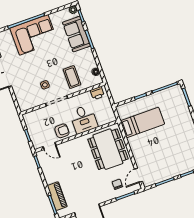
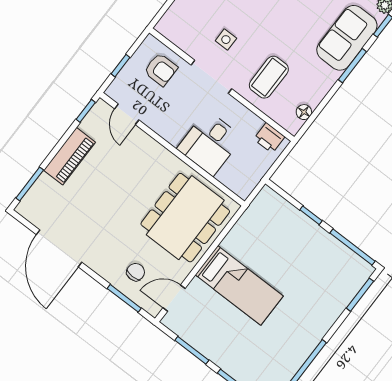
bed: (142, 122) -> (239, 285), moved
armchair: (62, 131) -> (161, 69), moved
piano: (57, 196) -> (70, 156), moved

